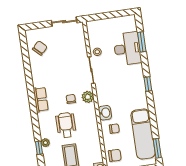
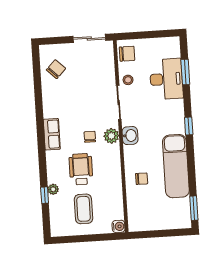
washbasin: (105, 113) -> (130, 136), moved
exam couch: (143, 134) -> (176, 166), moved
chair: (115, 155) -> (127, 54), moved

